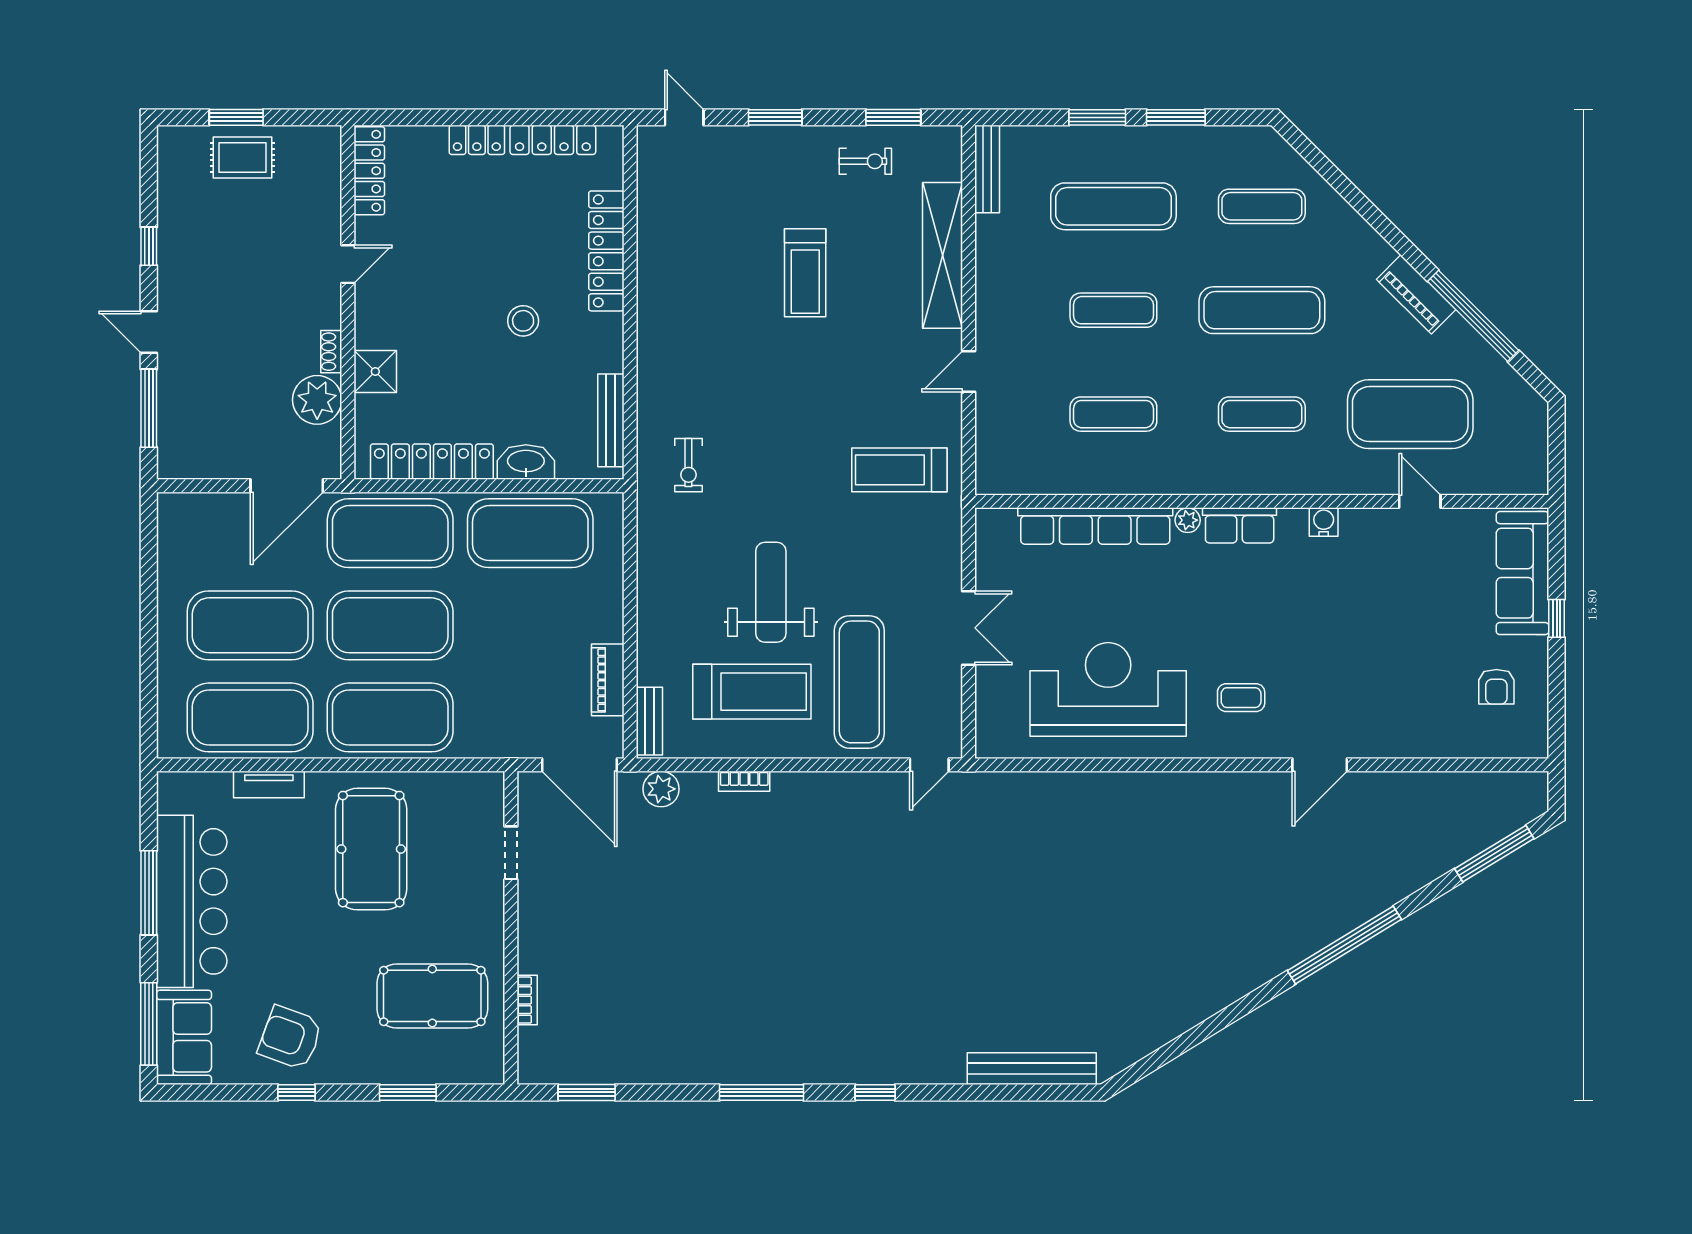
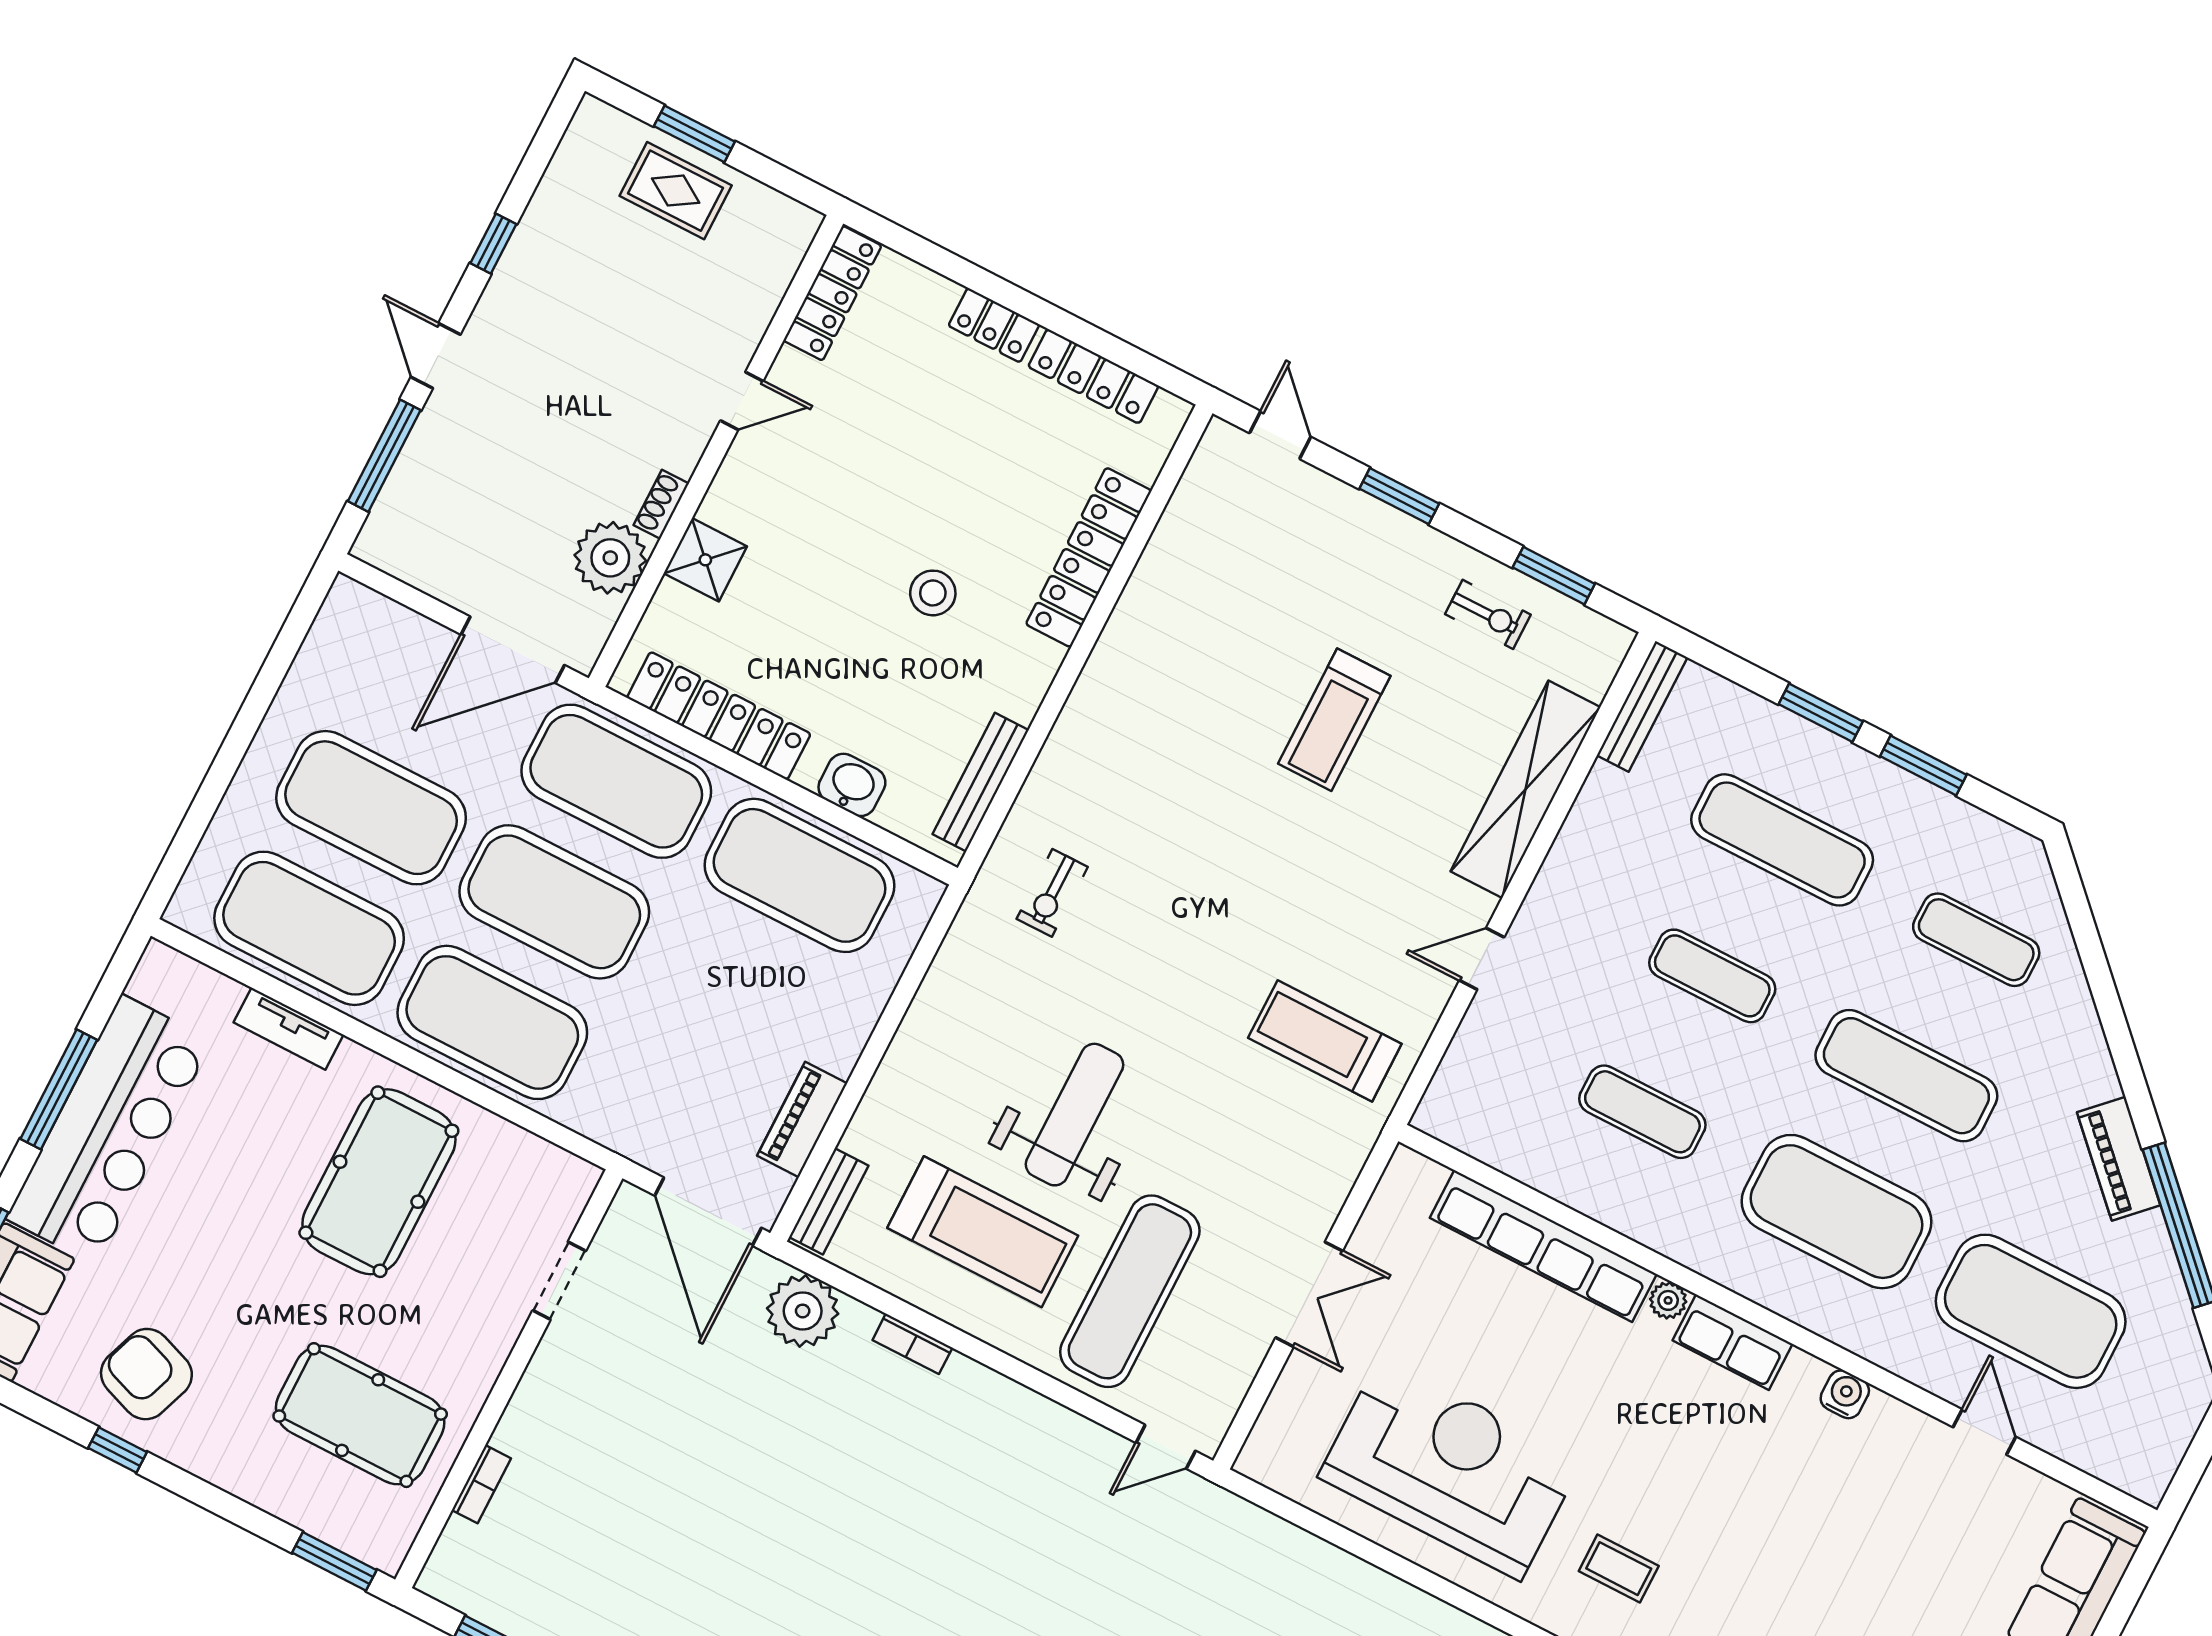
exercise mat: (1262, 414) -> (1837, 1212), width x2.00, depth x1.45
washbasin: (526, 462) -> (852, 785), width x0.72
plant: (661, 789) -> (803, 1311), width x1.36, depth x1.36
window: (408, 1092) -> (334, 1561), moved

